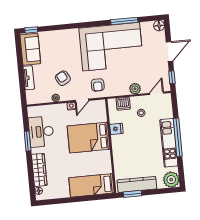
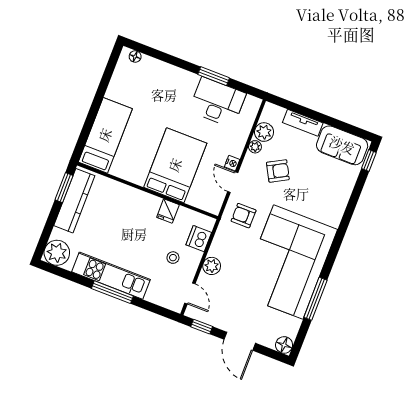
plant: (45, 97) -> (264, 132), added
window: (178, 137) -> (112, 292), width x0.68
wardrobe: (39, 170) -> (164, 72), removed

